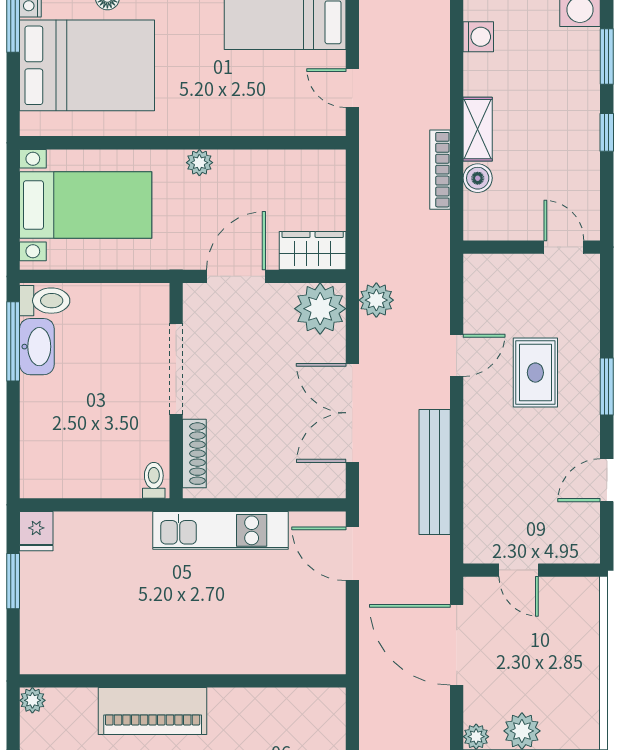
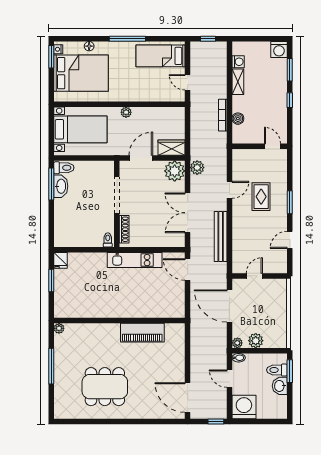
shelving: (478, 129) -> (238, 82), moved
door: (519, 570) -> (254, 276), swing flipped
piano: (153, 711) -> (142, 333), moved

